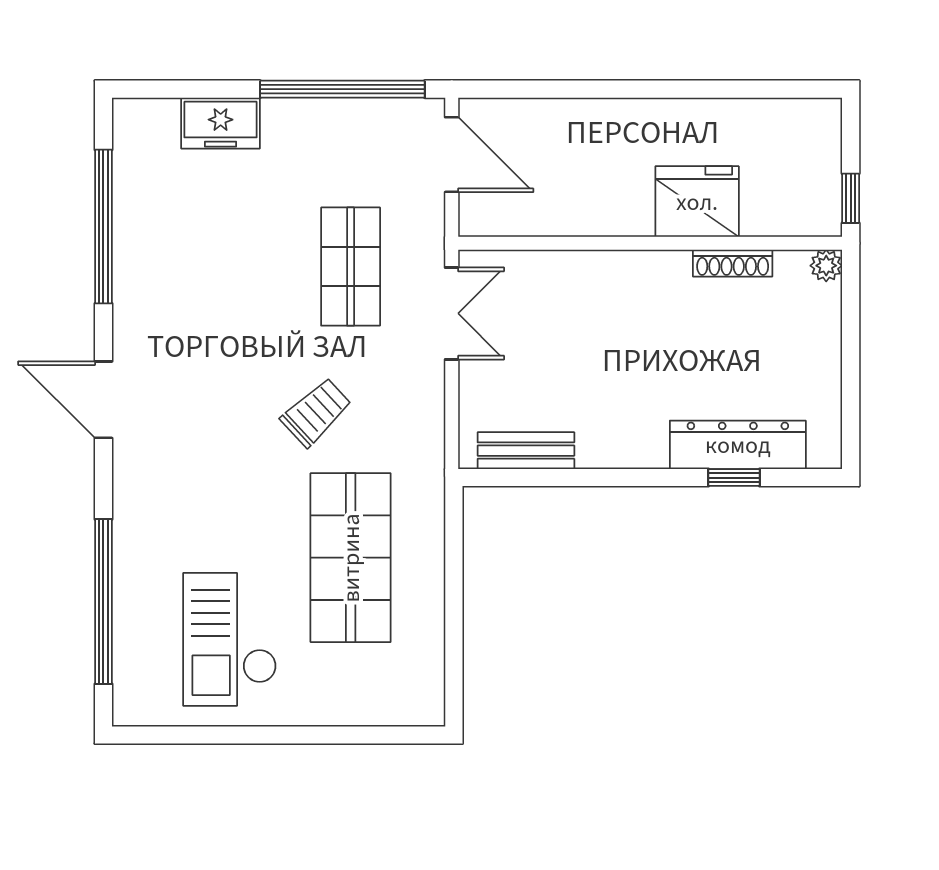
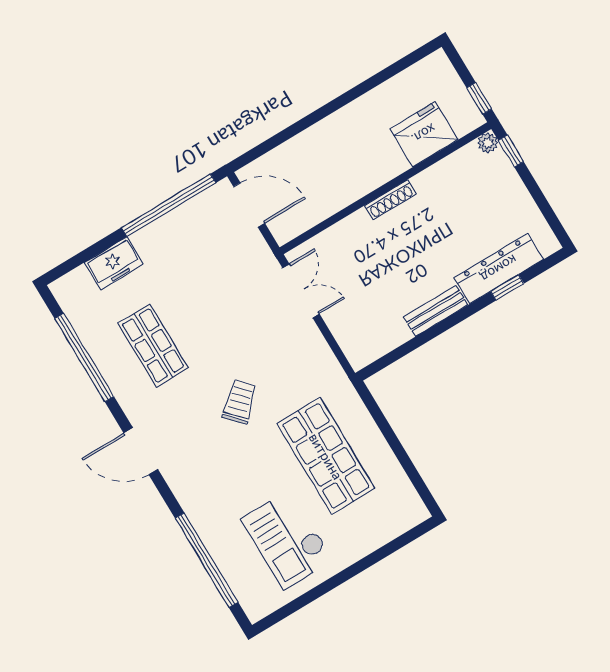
fridge: (697, 202) -> (424, 134), moved
shoe rack: (733, 263) -> (390, 200), moved
shop shelf: (351, 267) -> (153, 345), moved
window: (851, 296) -> (511, 151), added
trolley: (316, 412) -> (240, 402), moved
bench: (526, 451) -> (436, 311), moved

